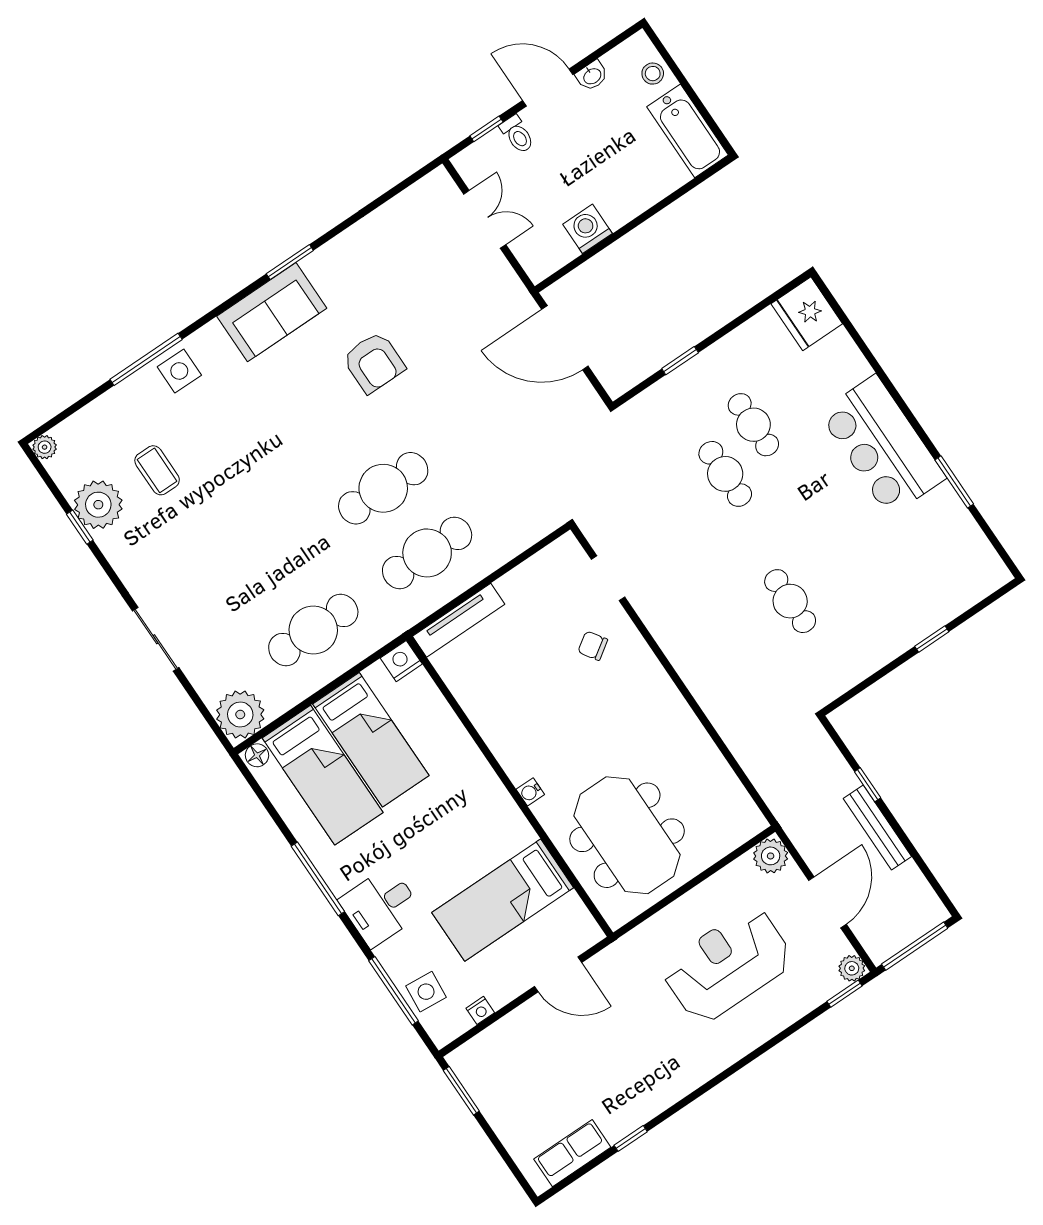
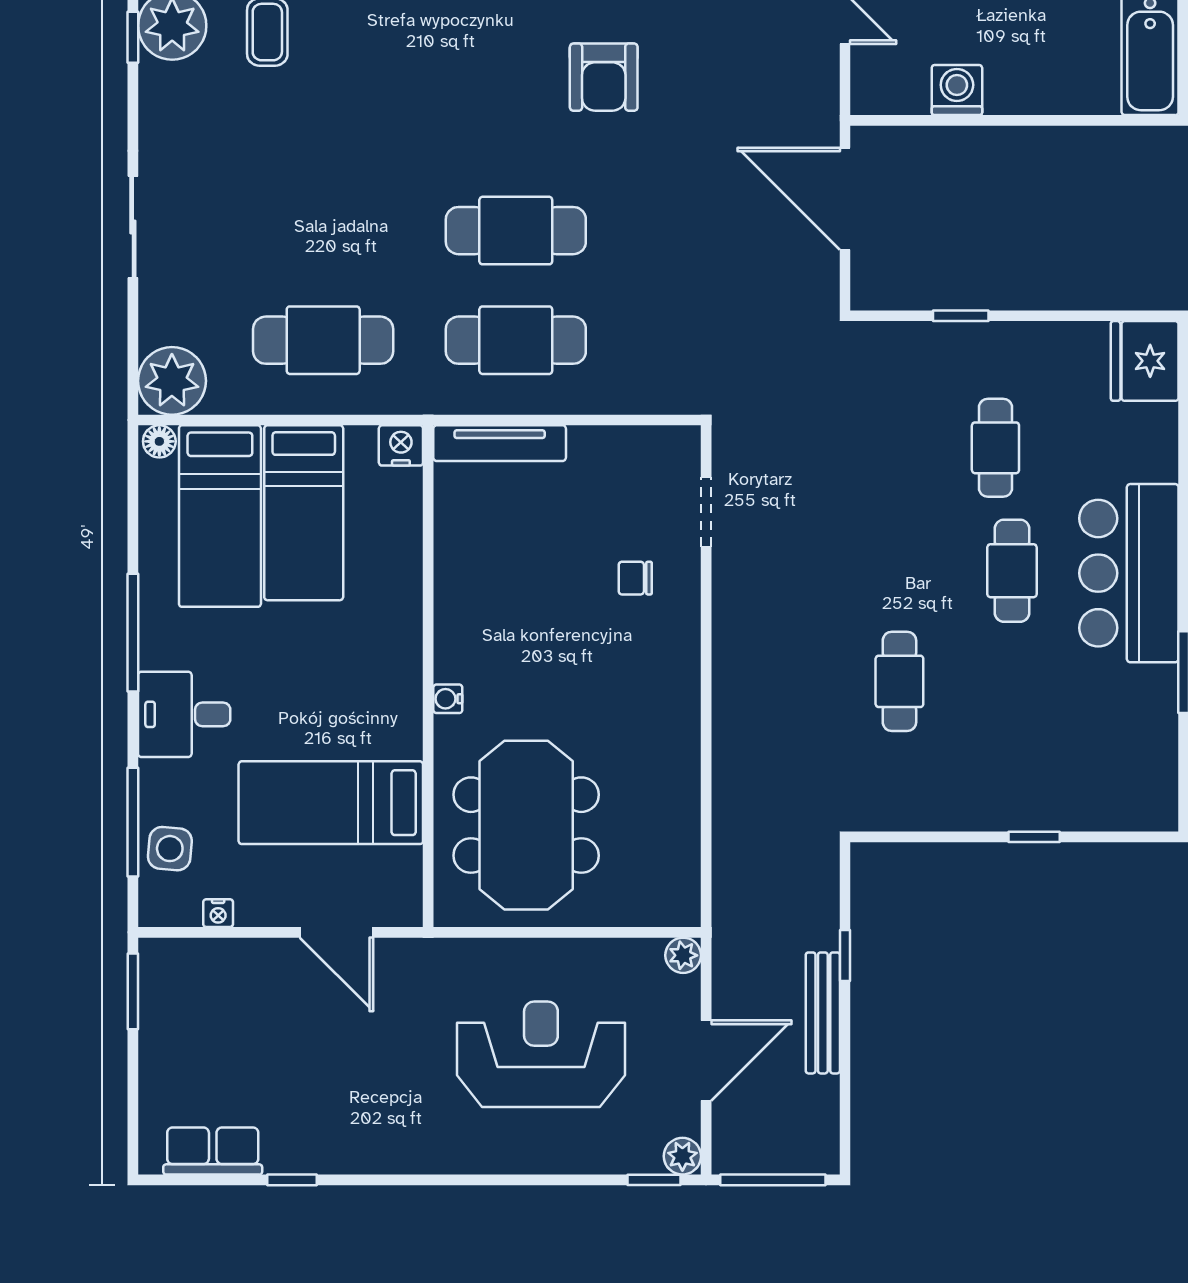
cafe table: (725, 474) -> (1012, 571), moved
chair: (593, 646) -> (635, 578), turned -56
plant: (771, 856) -> (683, 955), width x0.73, depth x0.73

